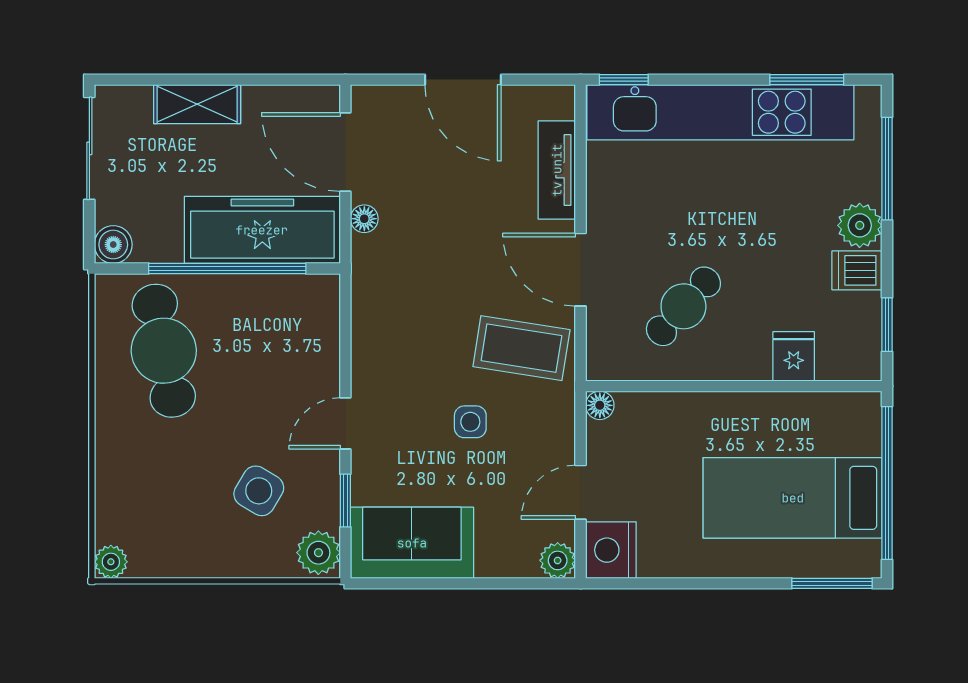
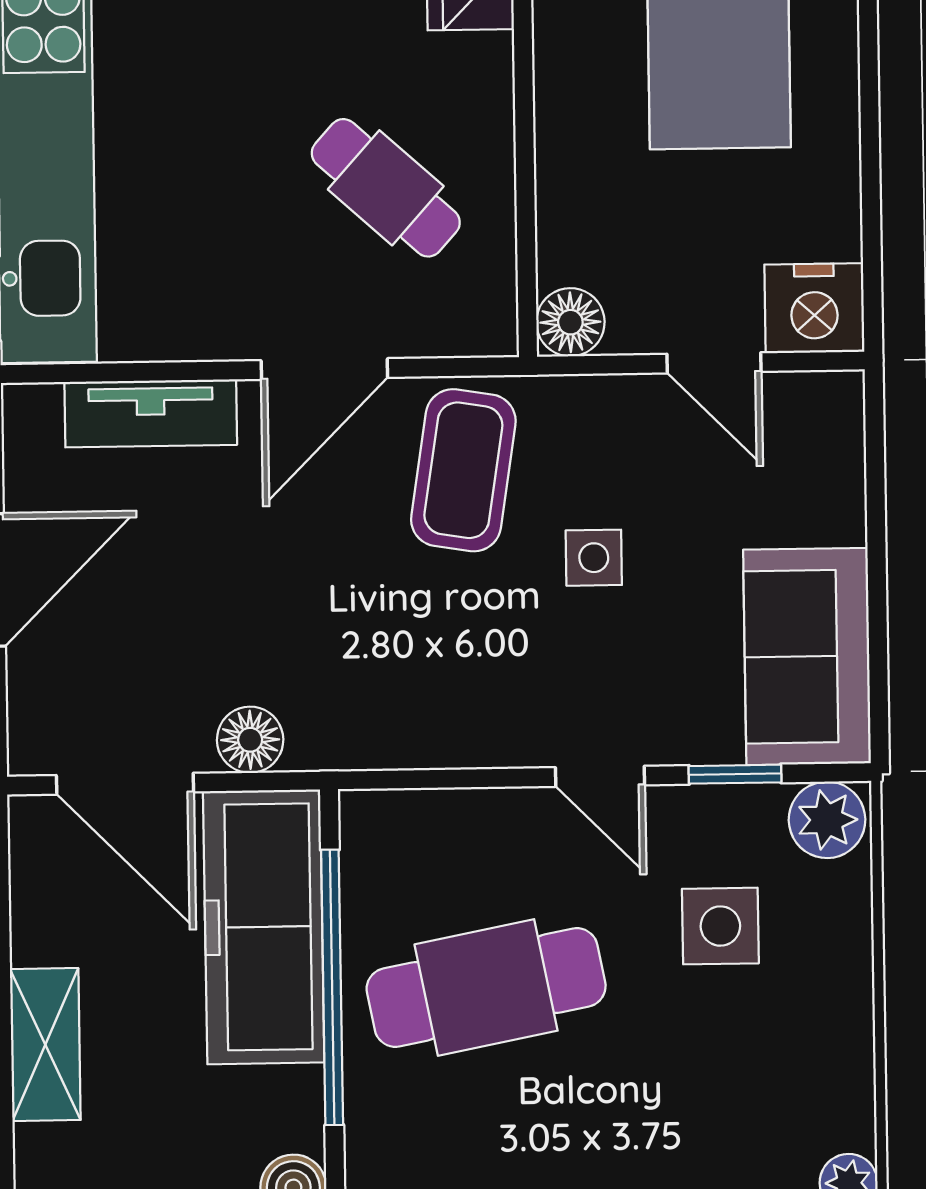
door: (345, 152) -> (125, 784), hinge flipped
floor lamp: (364, 219) -> (250, 740), width x1.37, depth x1.37
cafe table: (164, 351) -> (486, 987), moved
floor lamp: (600, 405) -> (570, 322), width x1.37, depth x1.37
side table: (259, 491) -> (720, 926), turned -31
plant: (558, 560) -> (834, 401), removed

